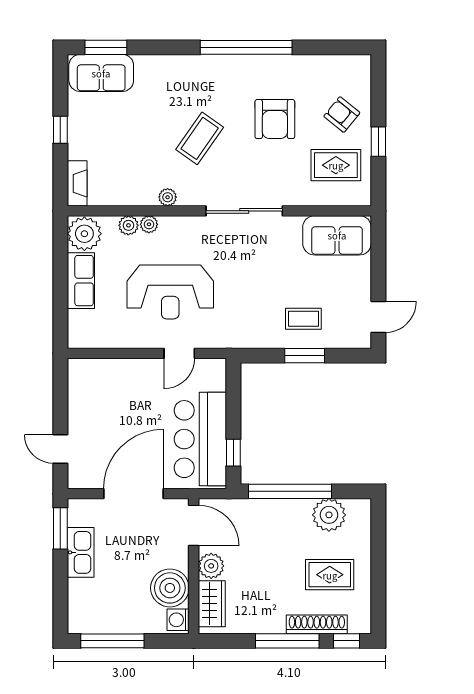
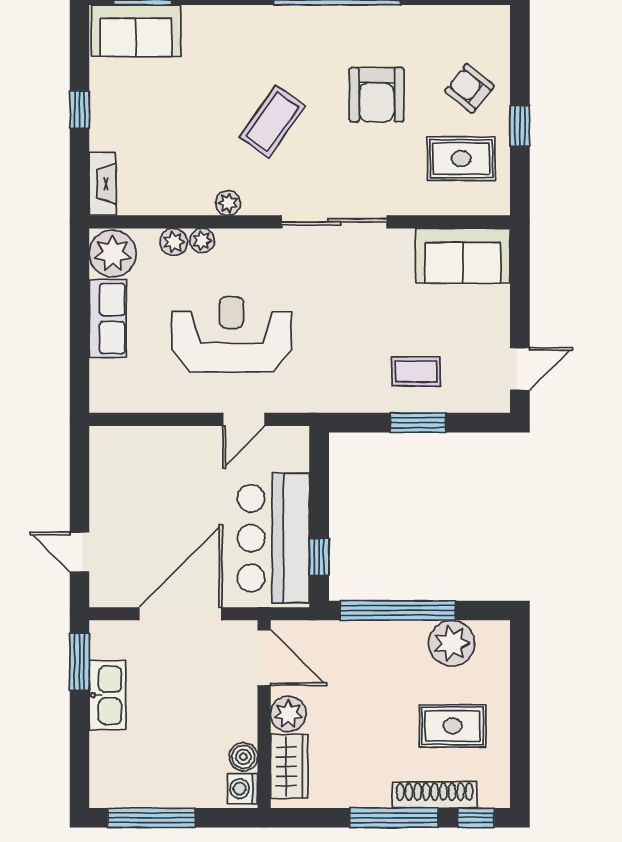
reception desk: (170, 292) -> (232, 334), turned 180
boiler: (170, 588) -> (243, 757), width x0.54, depth x0.54

